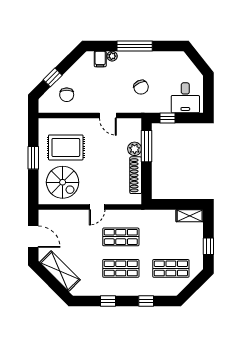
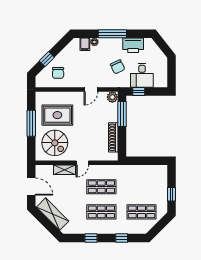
printer: (161, 60) -> (133, 45), added
desk: (185, 98) -> (142, 75), moved
door: (108, 116) -> (91, 90), hinge flipped
plant: (135, 149) -> (112, 97), moved
window: (33, 158) -> (31, 123), width x1.44
shelving: (190, 216) -> (64, 170), moved

